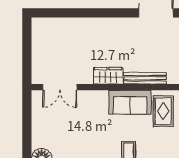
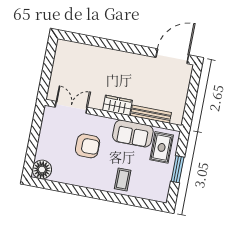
double door: (60, 87) -> (71, 107), swing flipped
armchair: (85, 125) -> (88, 146), added

